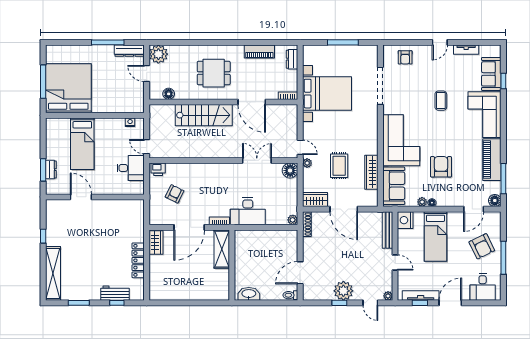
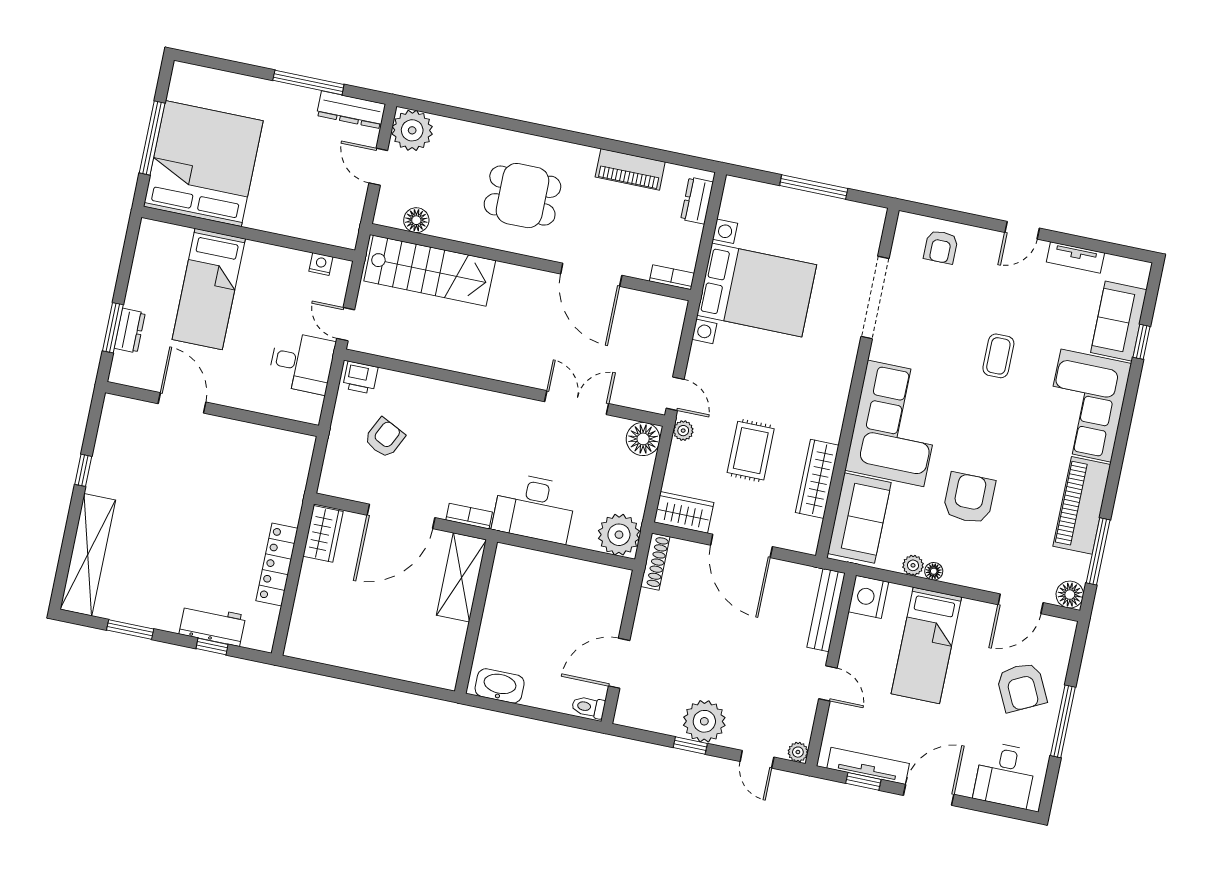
stairs: (204, 115) -> (430, 271), moved
plant: (293, 220) -> (619, 535), width x1.87, depth x1.87

